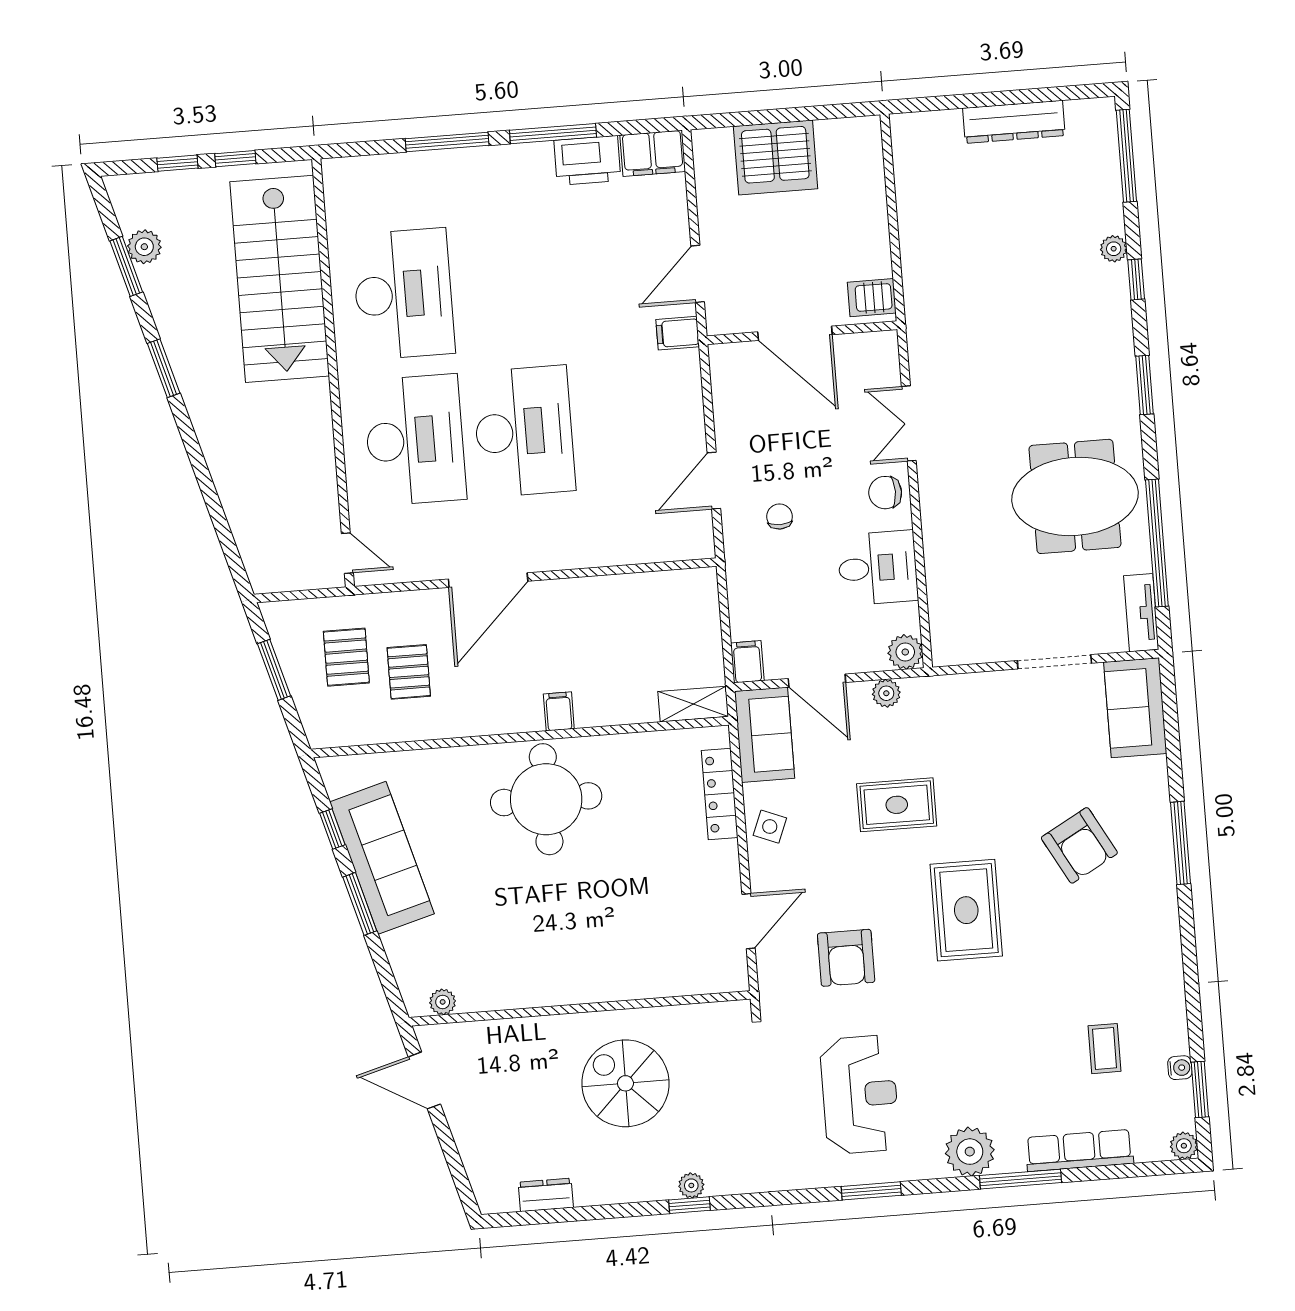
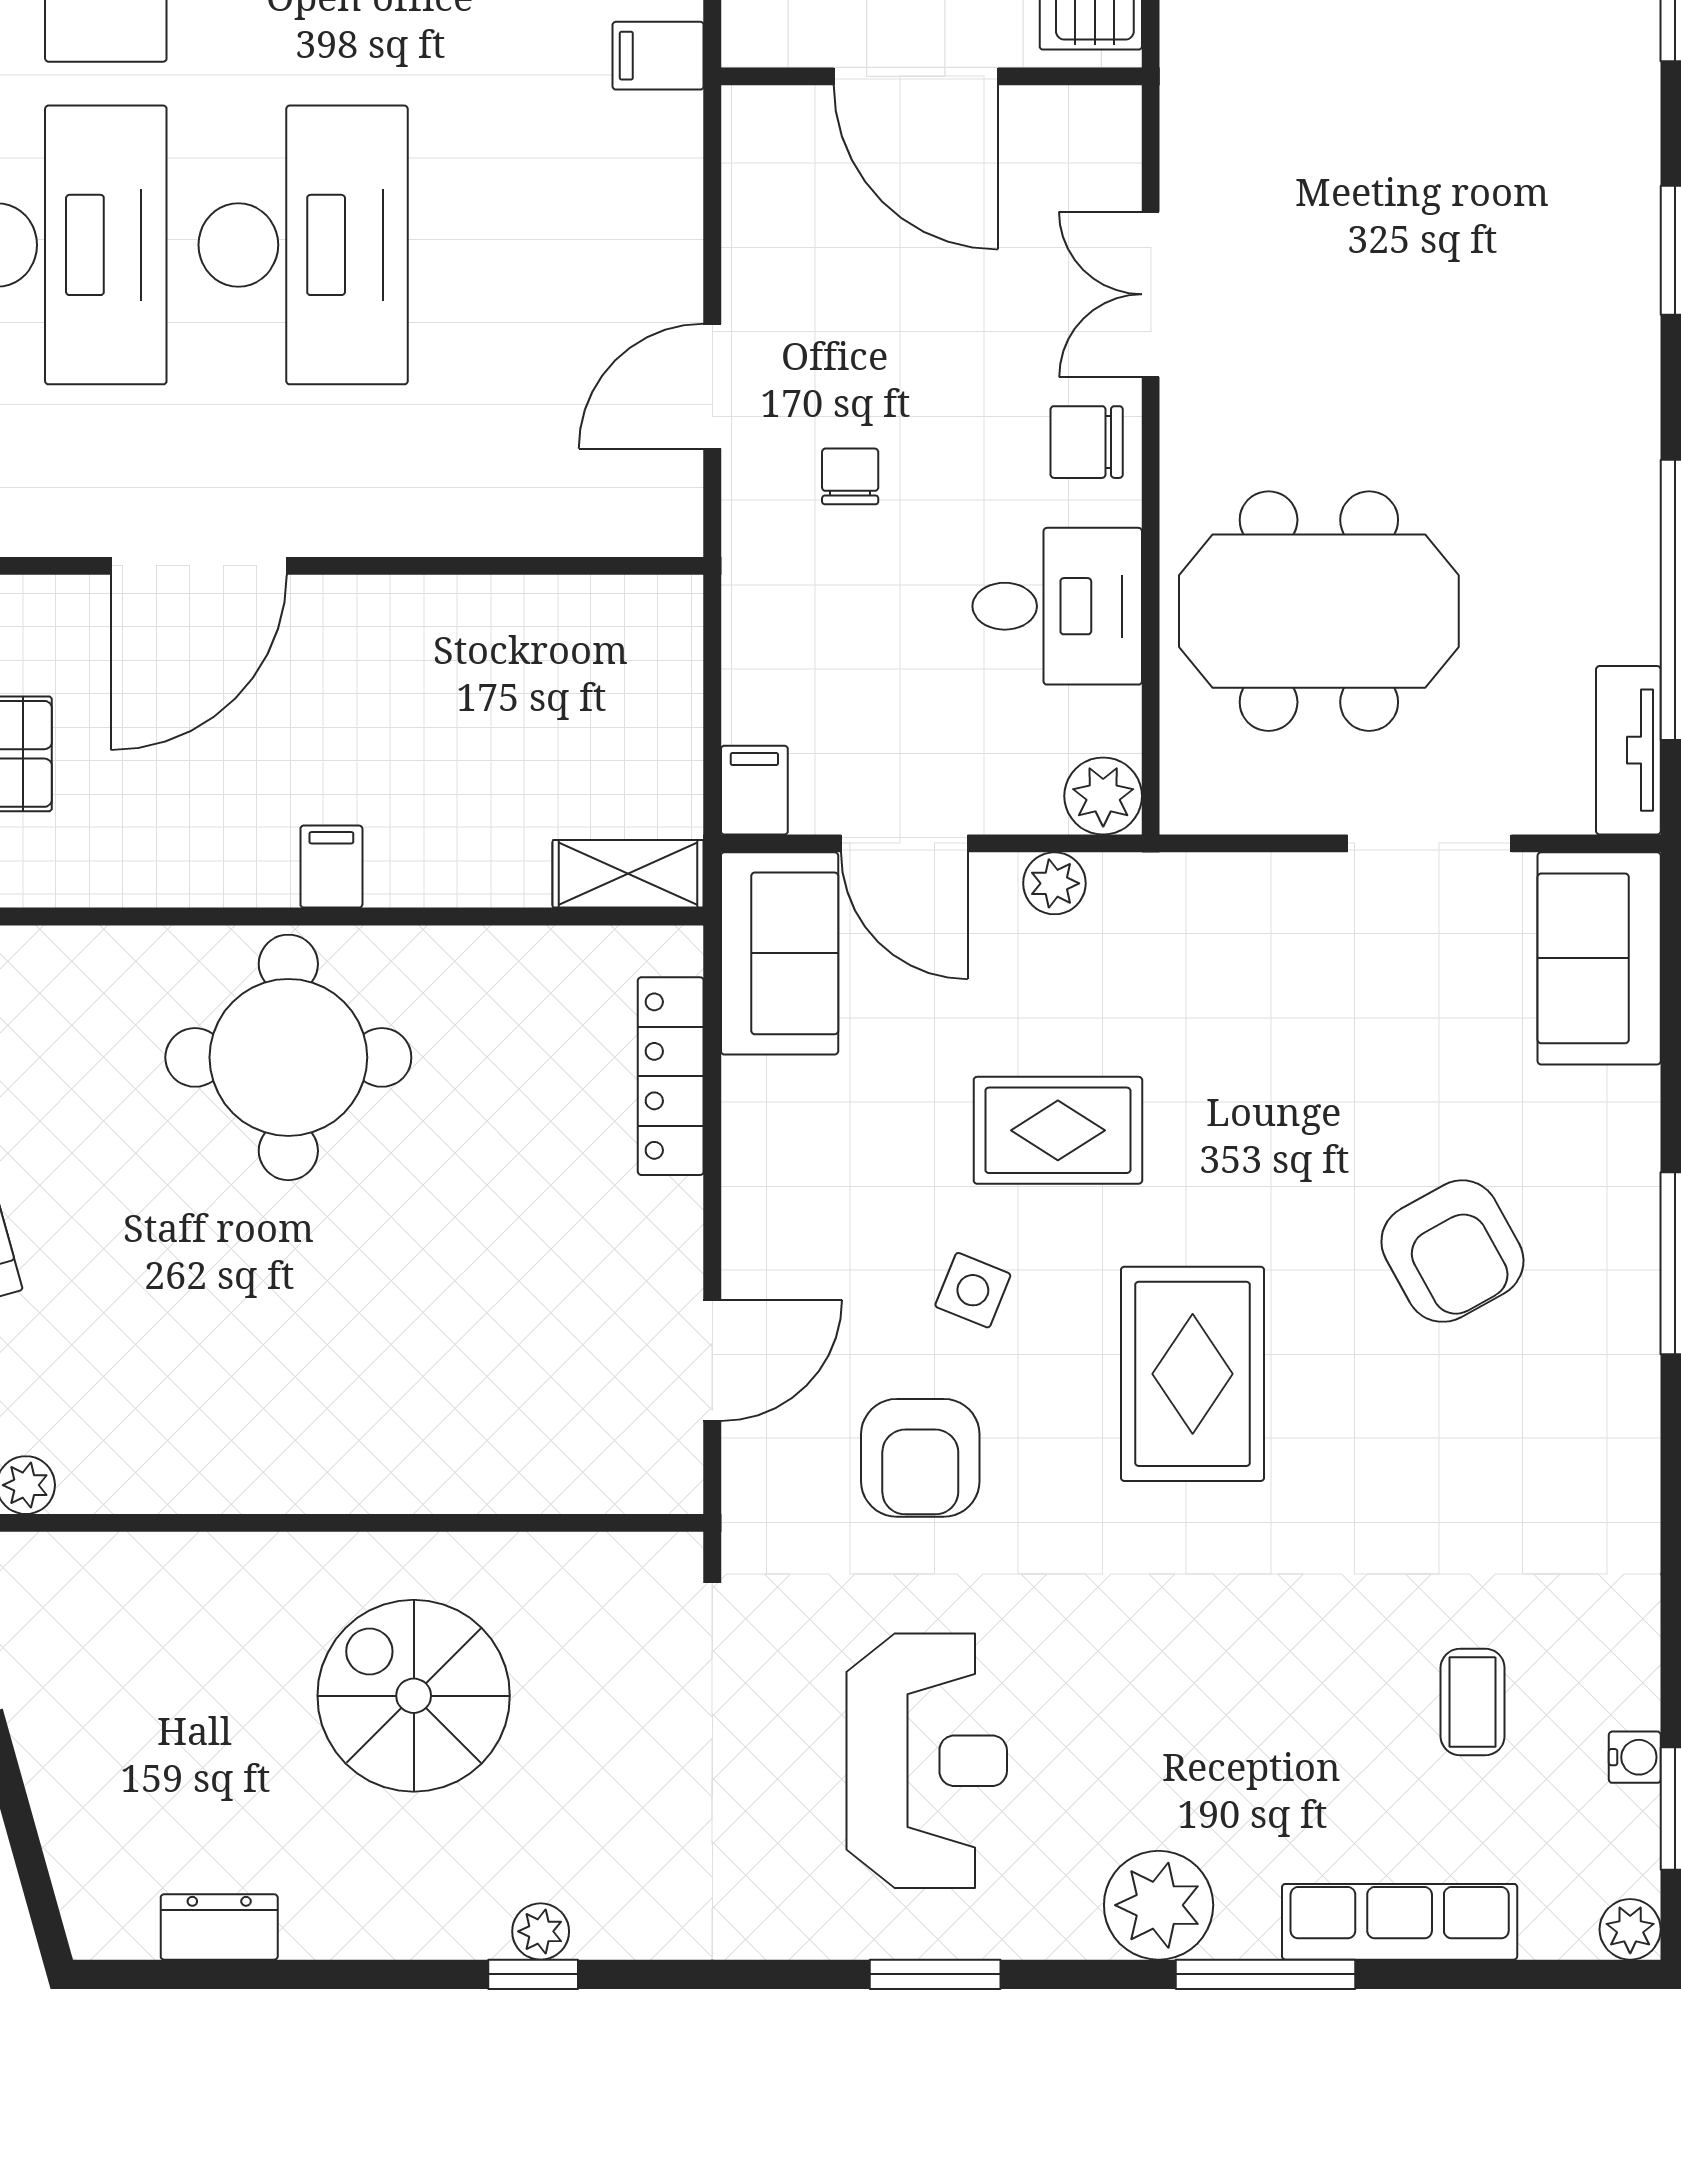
meeting table: (1075, 496) -> (1319, 611), moved
side table: (770, 827) -> (973, 1290), moved

